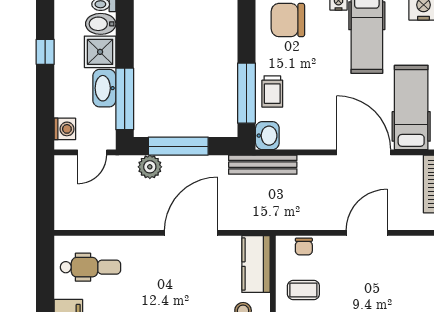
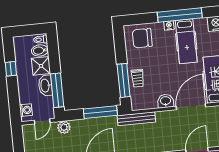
washbasin: (267, 136) -> (166, 101), moved, turned -90
window: (178, 146) -> (100, 112), moved
door: (364, 152) -> (191, 107), hinge flipped
plant: (150, 167) -> (64, 127), moved

